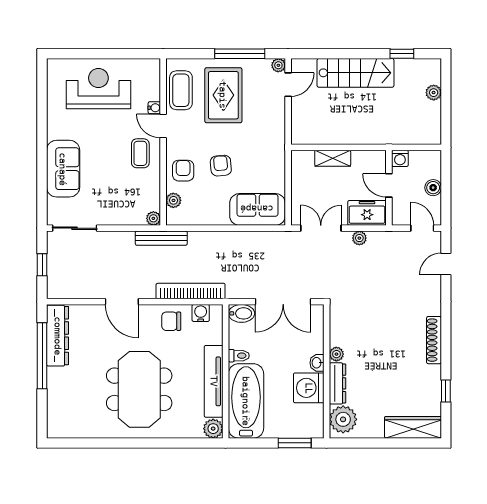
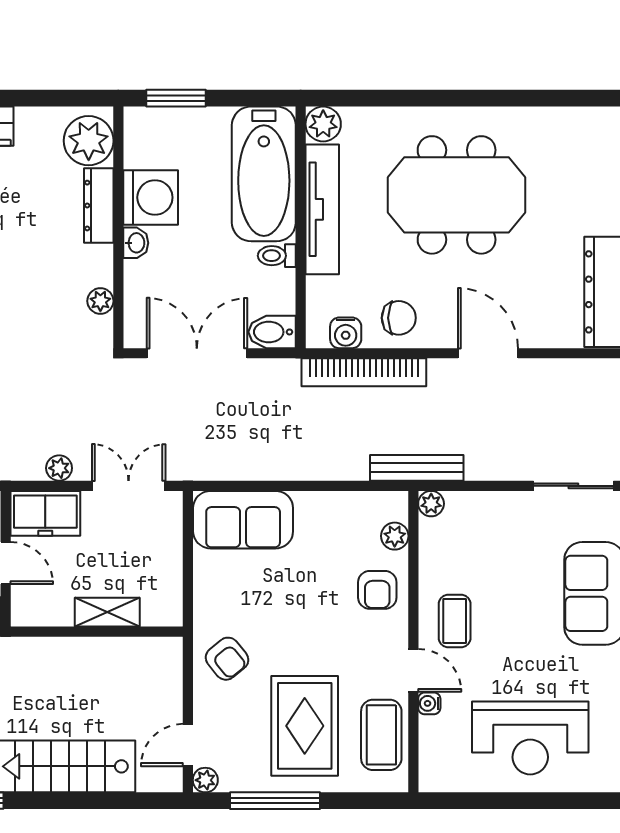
armchair: (221, 166) -> (227, 659), moved, turned -34
double door: (321, 228) -> (129, 486), swing flipped
plant: (336, 354) -> (100, 301), moved
meeting table: (139, 389) -> (457, 195), turned 90

